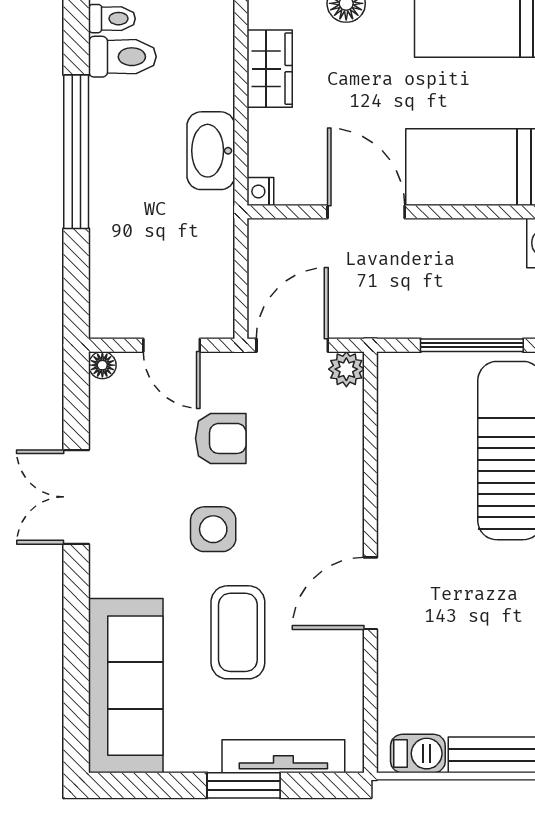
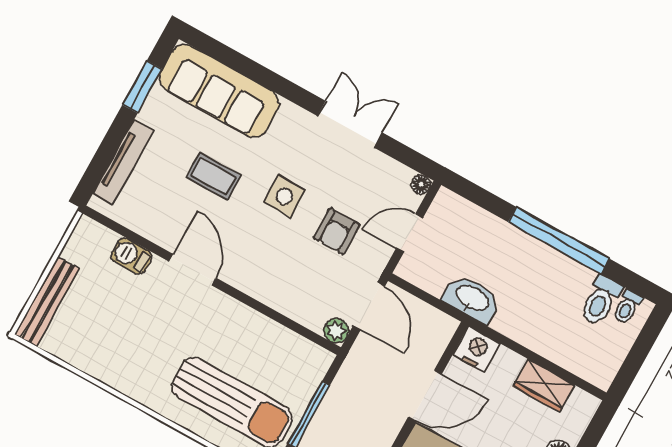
washbasin: (211, 151) -> (472, 299), moved
nightstand: (260, 191) -> (477, 349), width x1.89, depth x1.79
coffee table: (238, 632) -> (214, 176), width x0.73, depth x0.77
barbecue: (418, 754) -> (132, 256), moved, turned 90
window: (244, 785) -> (142, 87), moved

